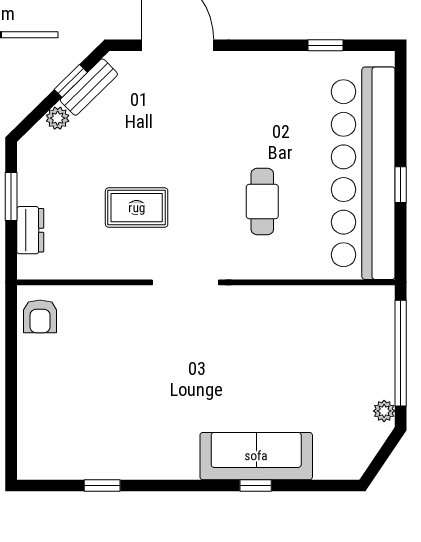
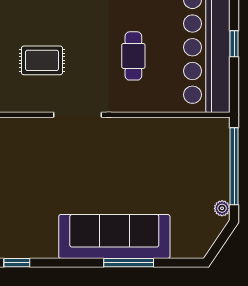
sofa: (256, 456) -> (114, 236), width x1.36, depth x1.27
window: (256, 486) -> (129, 263), width x2.17

